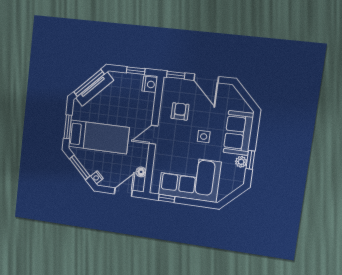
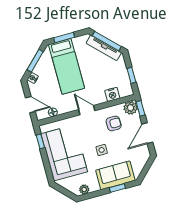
nightstand: (150, 84) -> (112, 94), moved
plant: (171, 86) -> (131, 108), added
window: (250, 160) -> (117, 188), moved
plant: (241, 162) -> (84, 189), moved

